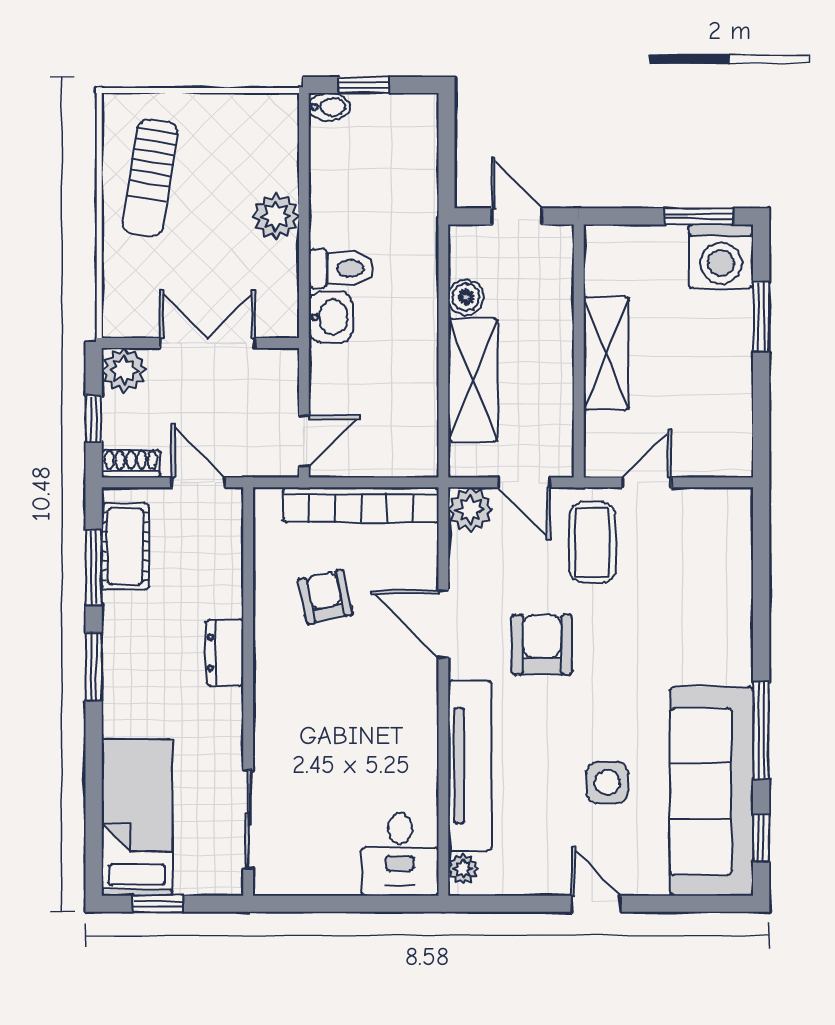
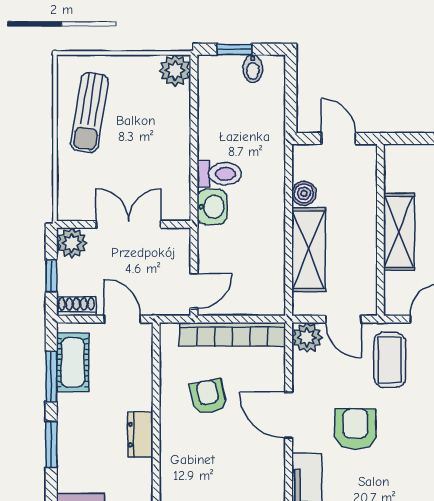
bidet: (329, 107) -> (253, 69), moved, turned 90
plant: (276, 216) -> (175, 70), moved

